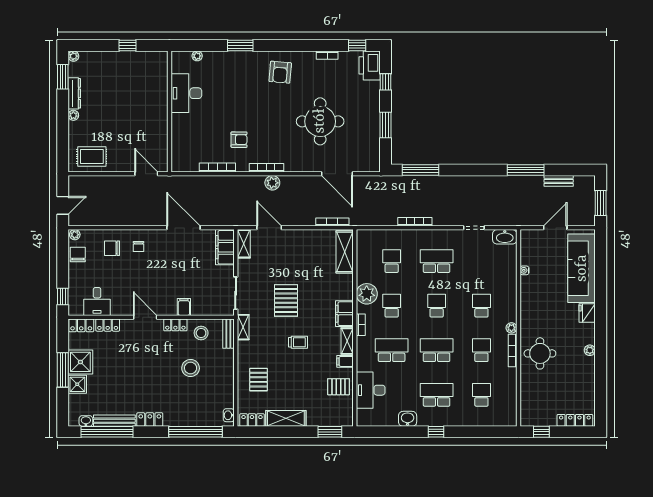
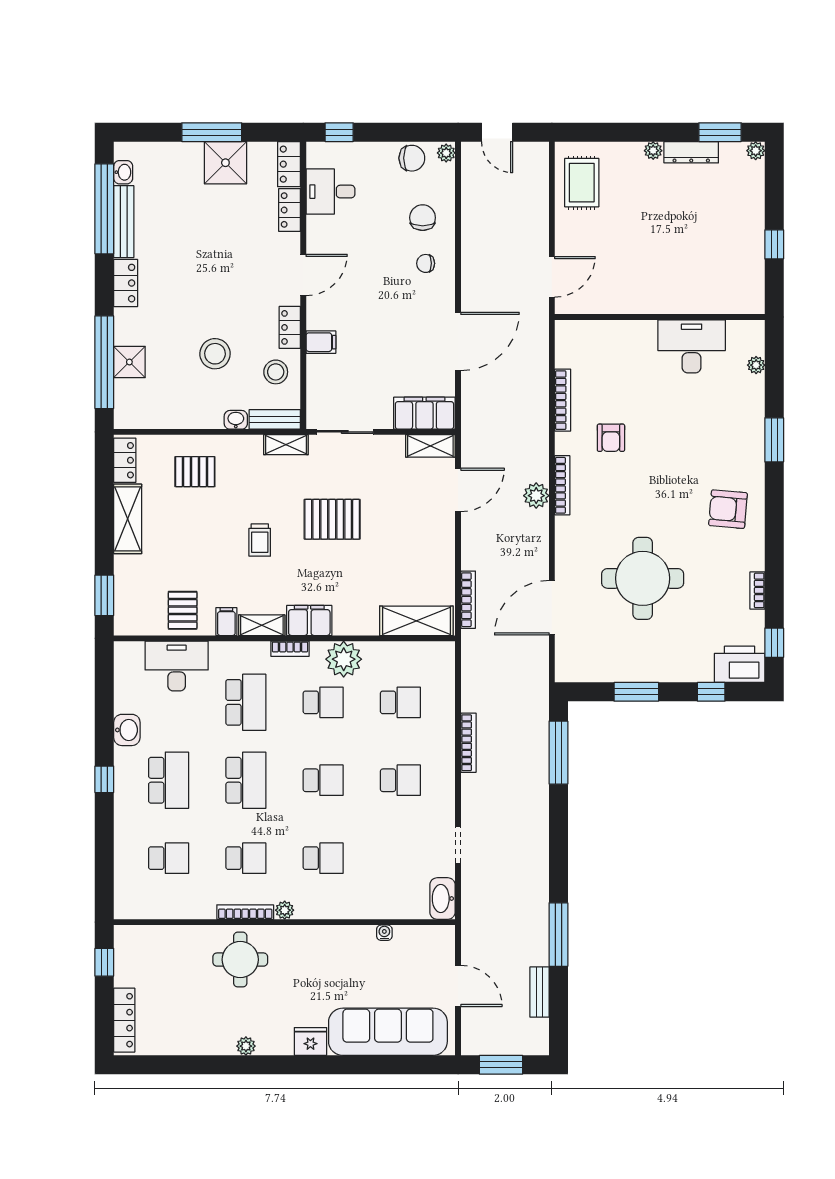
school desk: (437, 261) -> (400, 780), width x0.54
shower: (77, 384) -> (129, 362), moved
washbasin: (229, 415) -> (236, 420), moved

